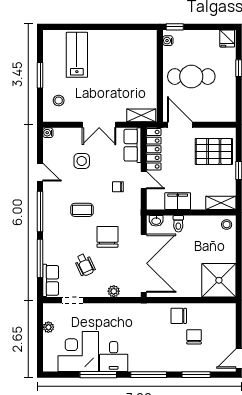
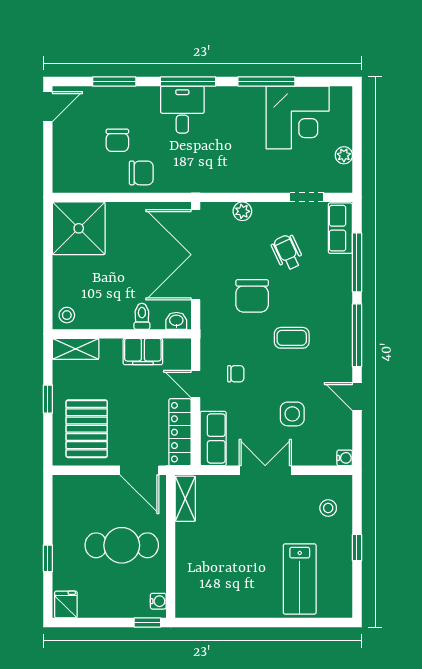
window: (40, 75) -> (357, 547), width x0.67
shelving: (141, 115) -> (185, 499), moved, turned 90
pallet: (214, 151) -> (87, 429), turned 90
desk: (114, 357) -> (182, 110), moved

